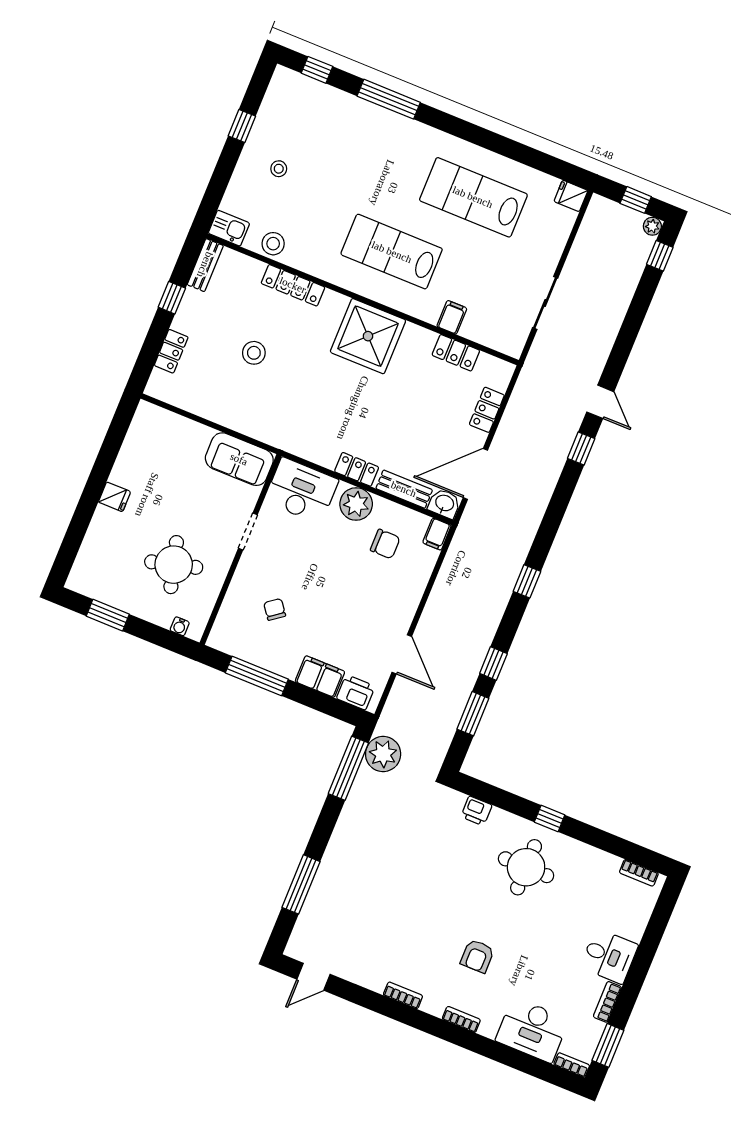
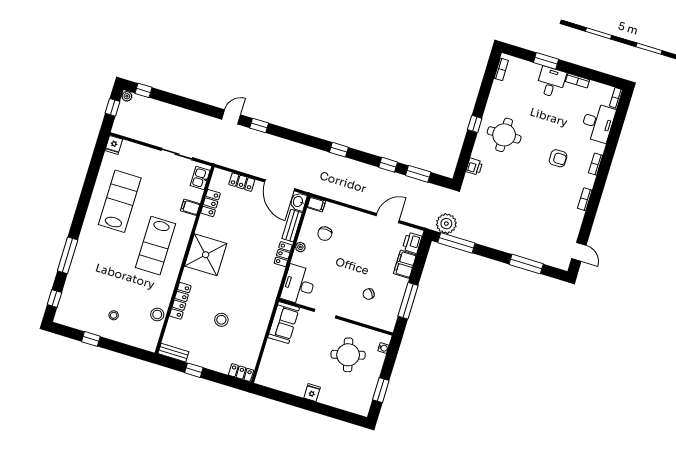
lab bench: (473, 197) -> (120, 201), turned 180
kitchen sink: (229, 228) -> (200, 178), moved
locker: (171, 351) -> (241, 373), moved
plant: (356, 504) -> (300, 247), width x0.53, depth x0.53
chair: (385, 544) -> (325, 234), turned 180
window: (608, 1045) -> (546, 61), moved

